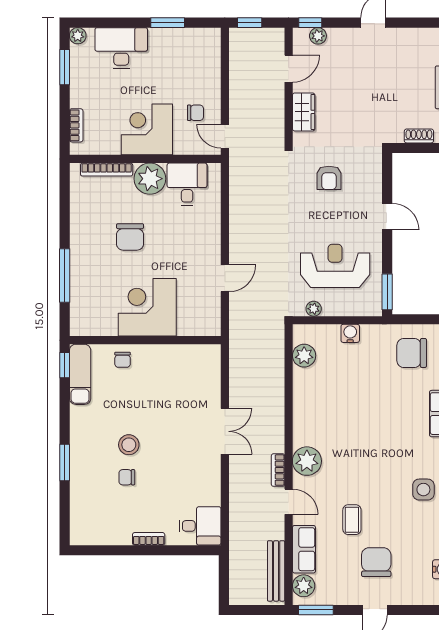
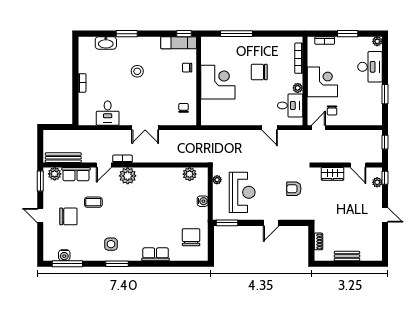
window: (65, 67) -> (348, 34), moved
plant: (150, 179) -> (298, 88), width x0.53, depth x0.53
door: (225, 278) -> (270, 128), moved
chair: (127, 477) -> (184, 108), moved
washbasin: (81, 498) -> (106, 43), added
desk: (200, 526) -> (108, 113), moved

